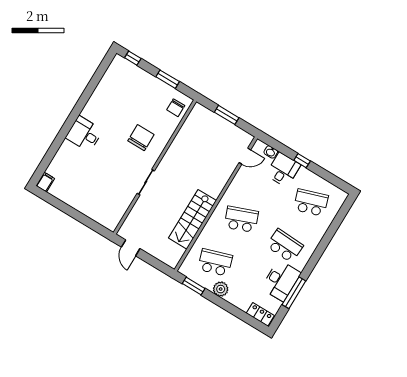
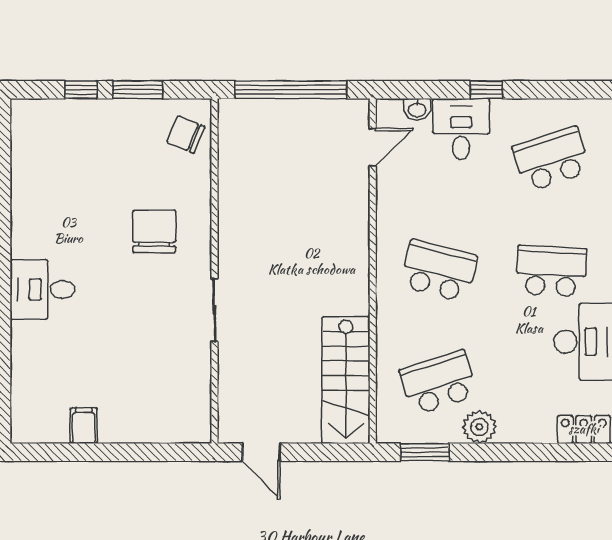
window: (133, 58) -> (81, 90), moved
chair: (176, 108) -> (186, 134), turned 113
window: (227, 115) -> (291, 90), width x2.11
filing cabinet: (45, 182) -> (84, 426), moved
stairs: (192, 219) -> (346, 380), moved
school desk: (241, 219) -> (439, 271), turned 36

